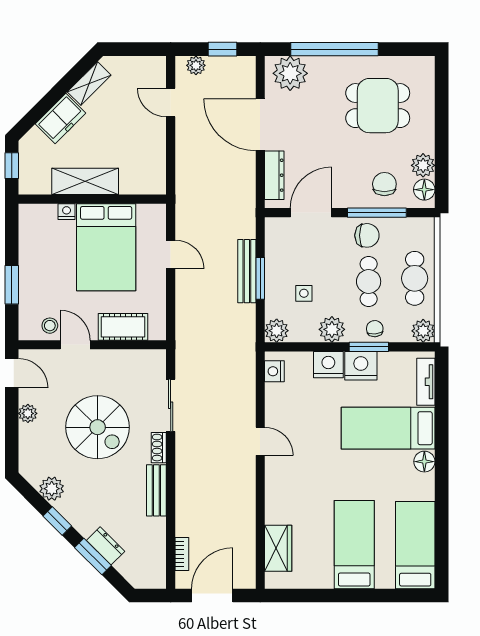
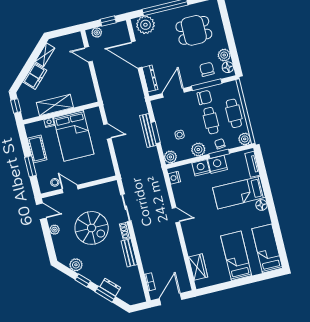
cot: (123, 327) -> (37, 149), moved, turned 90

